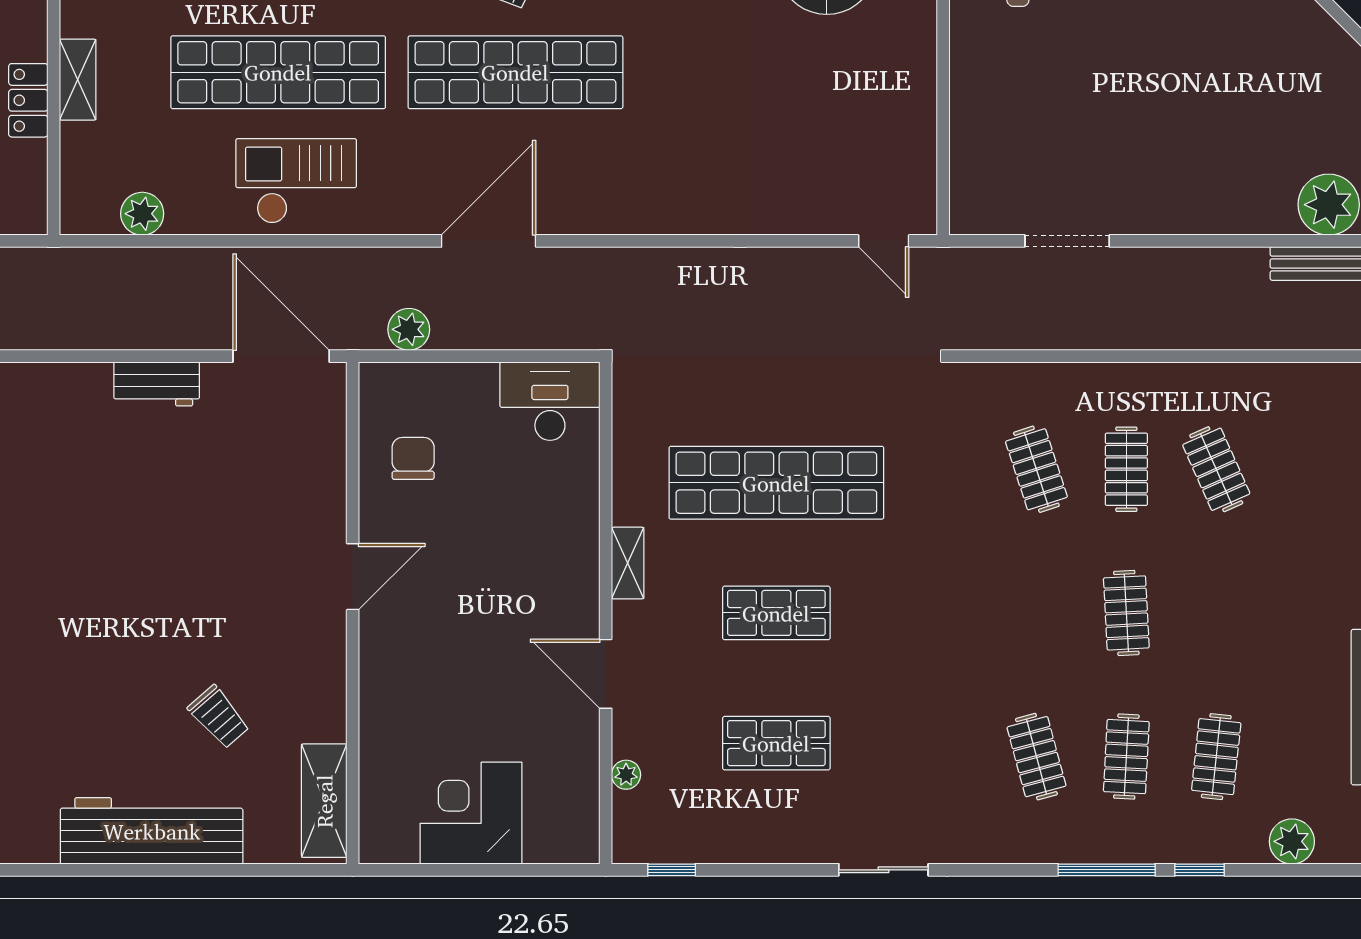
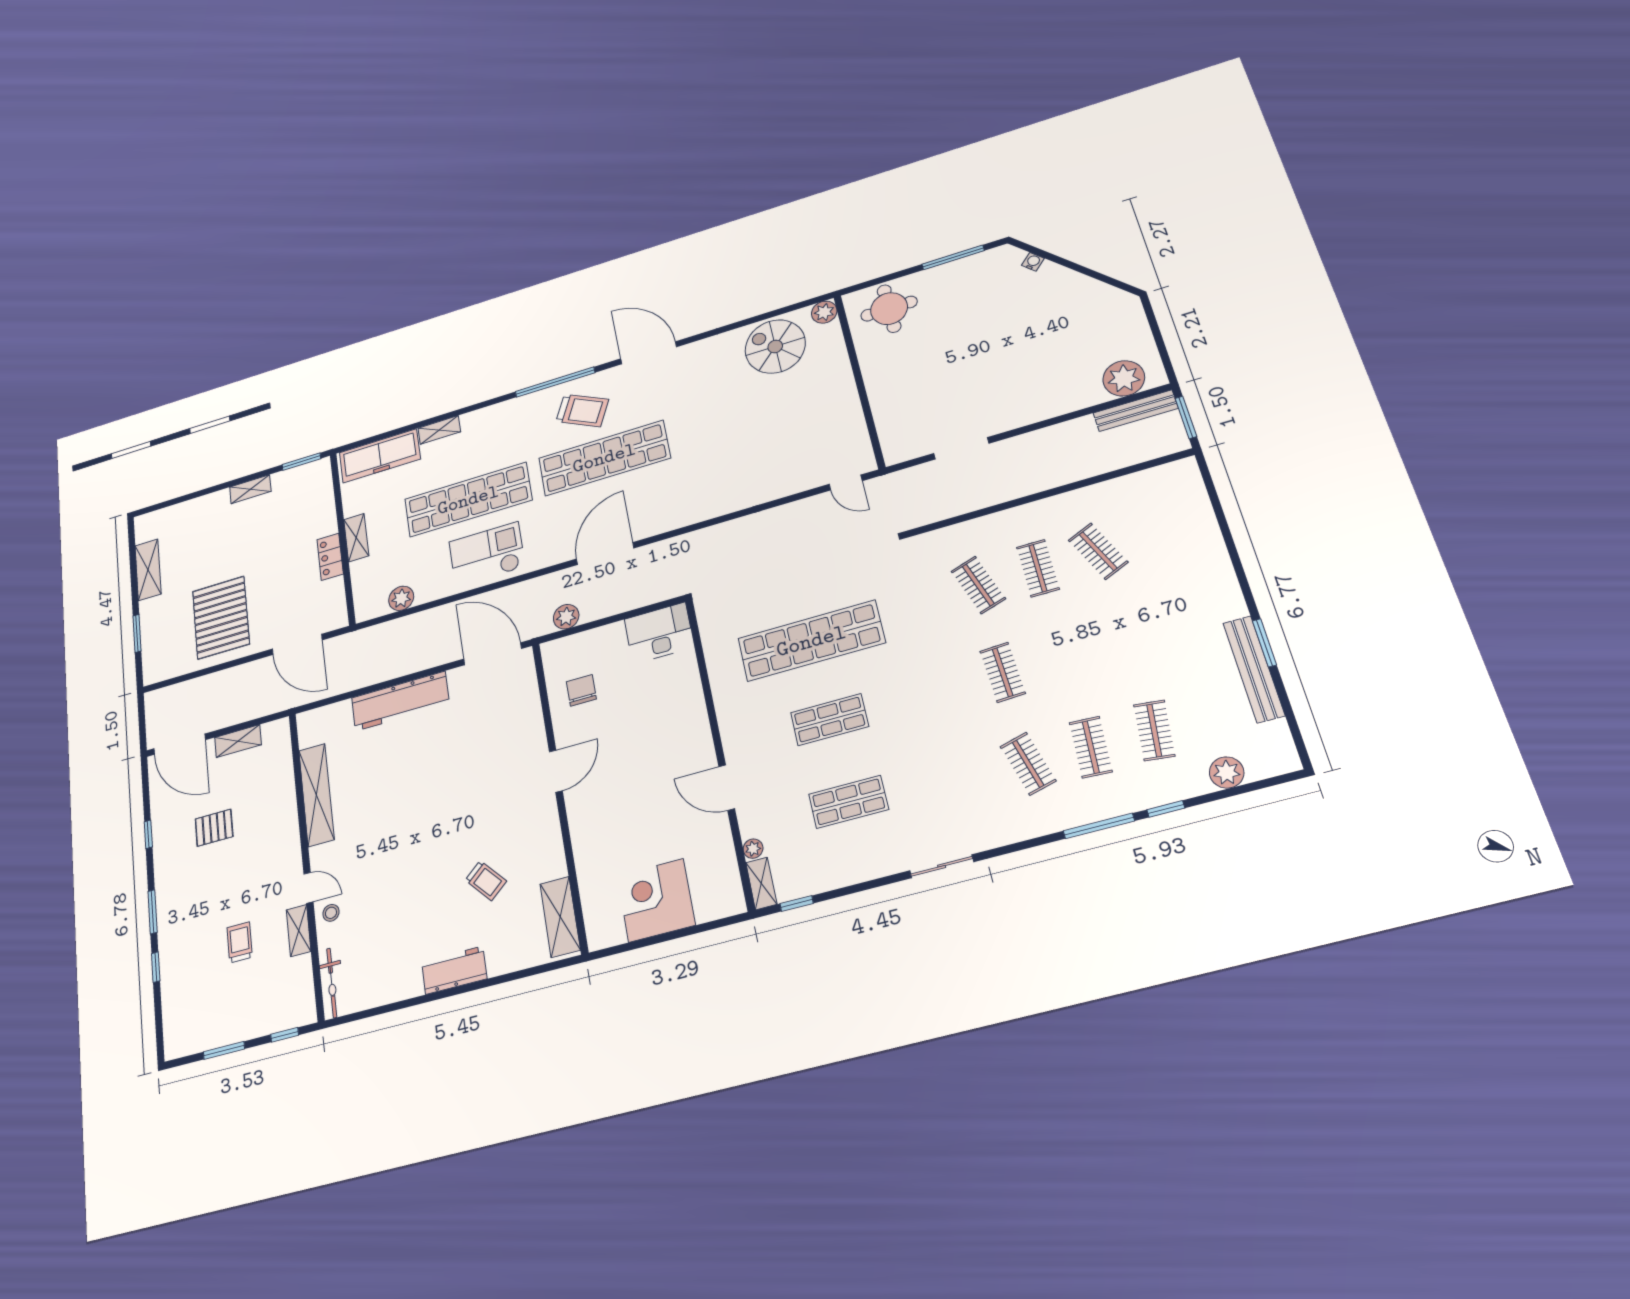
workbench: (157, 384) -> (400, 701), width x1.88, depth x1.32
shelving: (628, 563) -> (761, 883), moved
clothes rail: (1126, 613) -> (1003, 672), moved
workbench: (152, 831) -> (454, 970), width x0.53, depth x0.76

